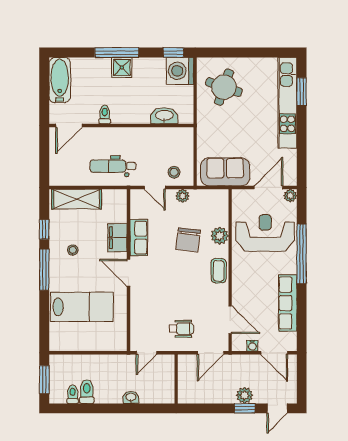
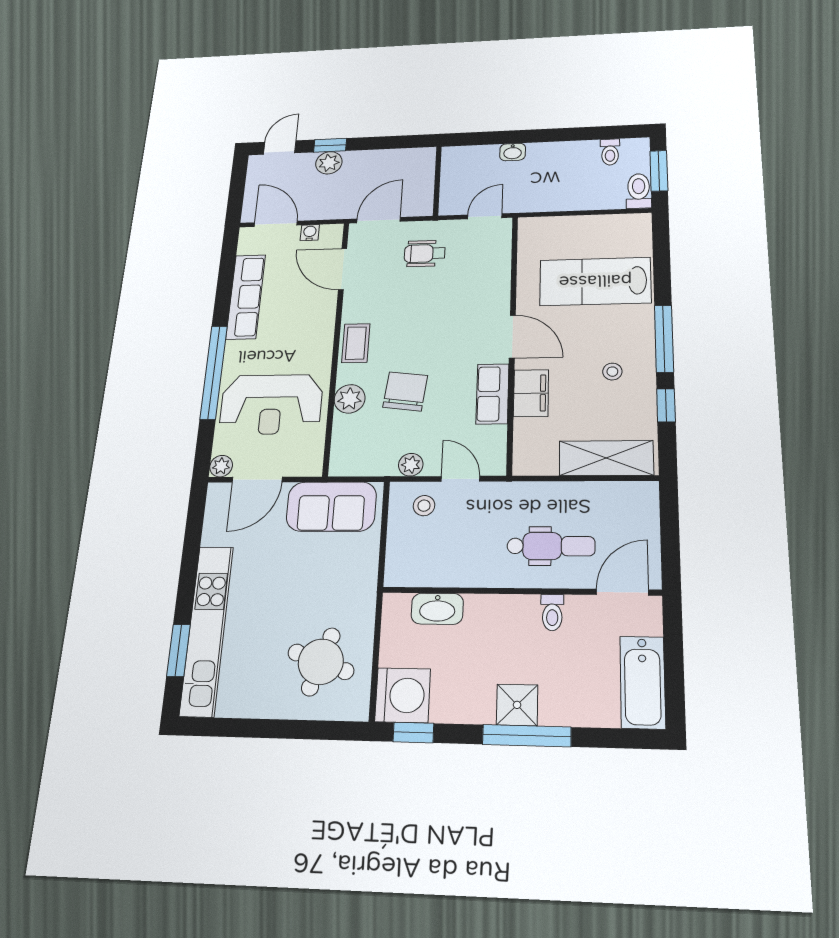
dental chair: (113, 166) -> (551, 546), moved
toilet: (87, 392) -> (639, 191), moved, turned 180

